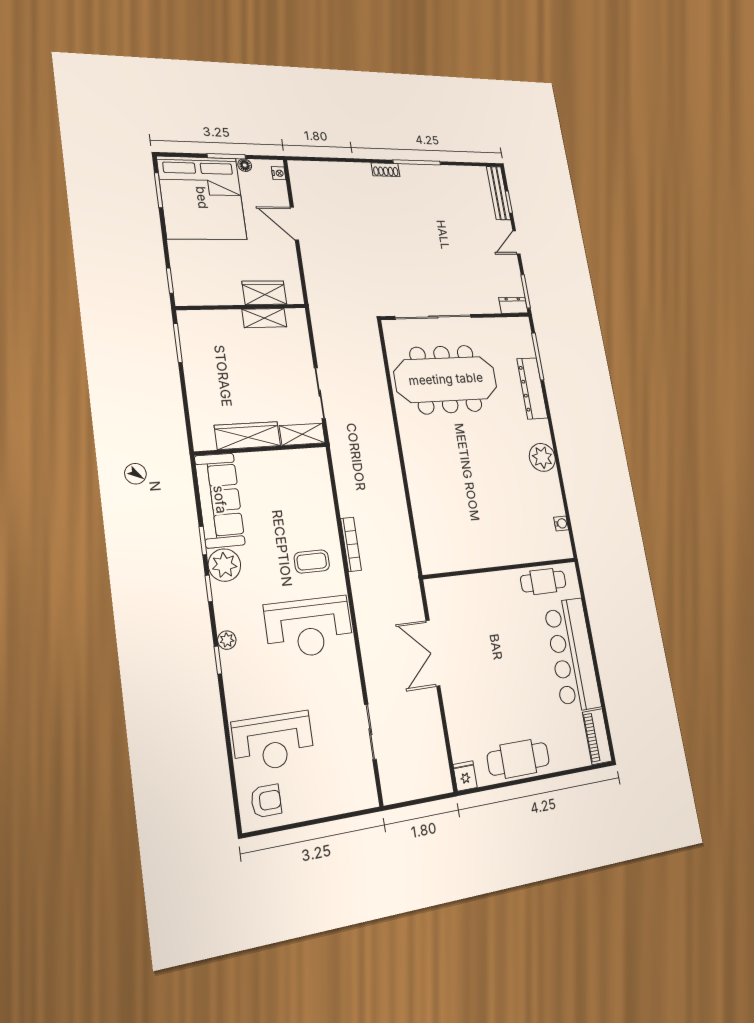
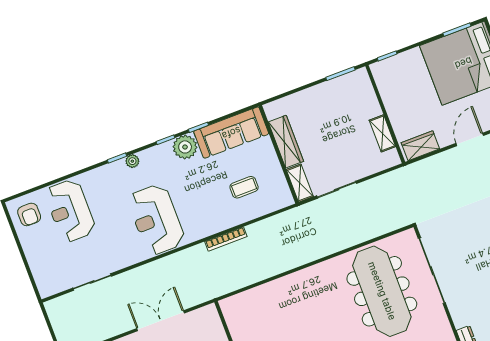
wardrobe: (264, 293) -> (420, 146), moved, turned -90
coffee table: (312, 562) -> (244, 187), moved, turned 90

